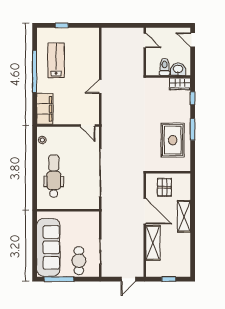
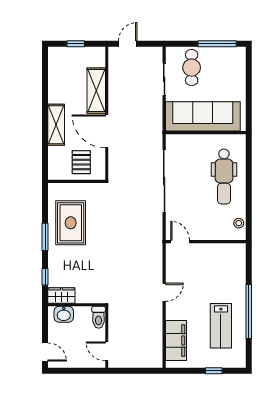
toilet: (165, 67) -> (99, 317), moved
filing cabinet: (45, 109) -> (176, 341), moved, turned 180
sofa: (48, 247) -> (203, 116), moved, turned 90

